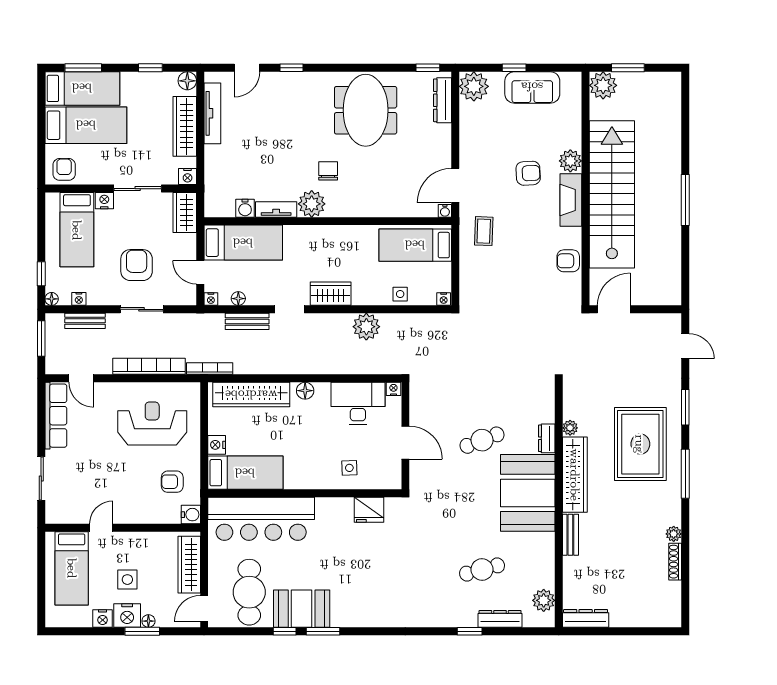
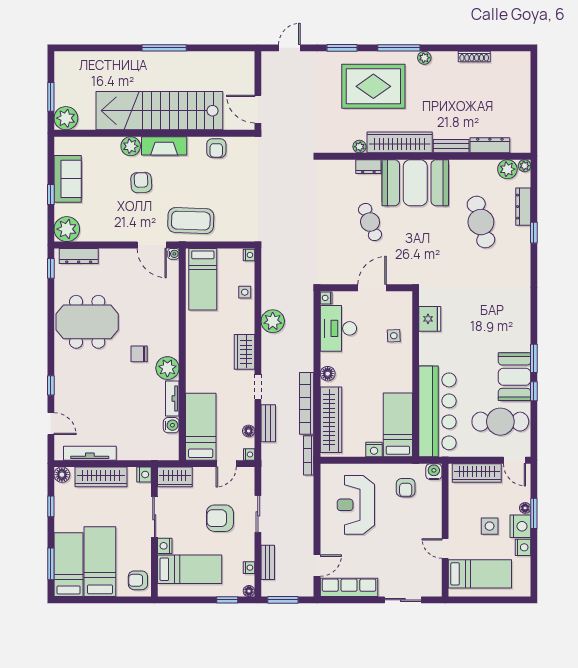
coffee table: (484, 231) -> (191, 221), width x1.86, depth x1.72
bookcase: (149, 366) -> (307, 403), moved
plant: (674, 534) -> (424, 58), moved
cafe table: (482, 570) -> (481, 222), width x1.37, depth x1.35
dresser: (586, 618) -> (490, 145), moved, turned 90
plant: (548, 620) -> (524, 166), added

